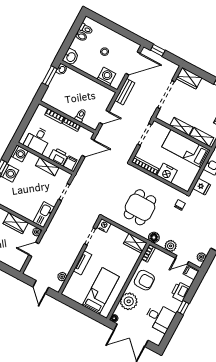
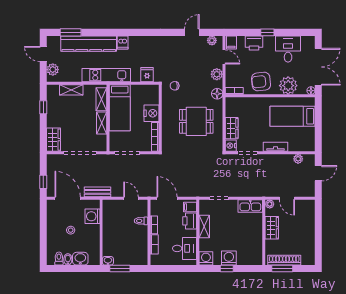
washbasin: (71, 57) -> (80, 259), moved
wardrobe: (135, 243) -> (232, 128), moved
armchair: (144, 280) -> (261, 82), turned -96

